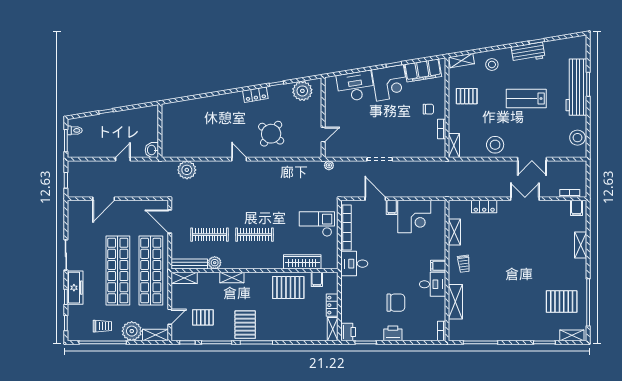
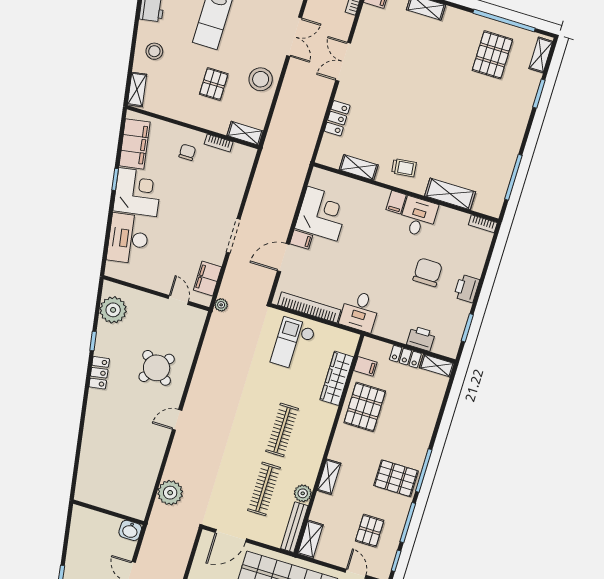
pallet: (467, 96) -> (214, 84), moved
filing cabinet: (344, 150) -> (207, 279), added
printer: (348, 332) -> (421, 338), moved

